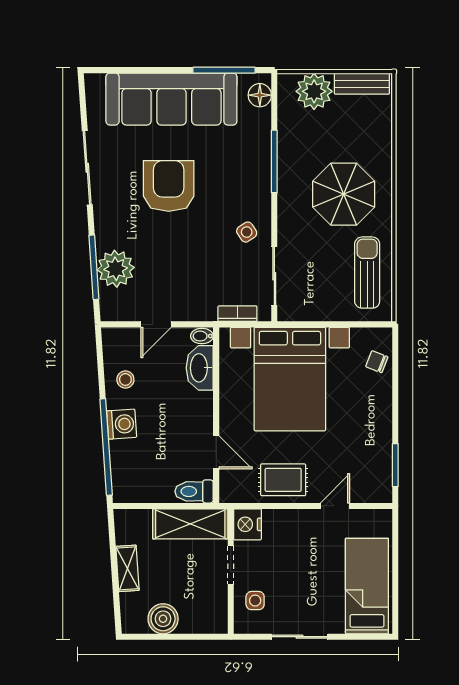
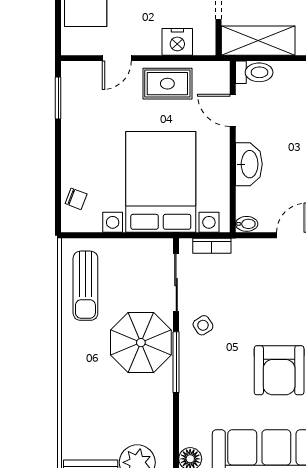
window: (274, 161) -> (176, 362), moved
parasol: (344, 194) -> (141, 343), moved
washbasin: (200, 368) -> (249, 164), moved
nightstand: (247, 524) -> (177, 42), moved, turned 90

